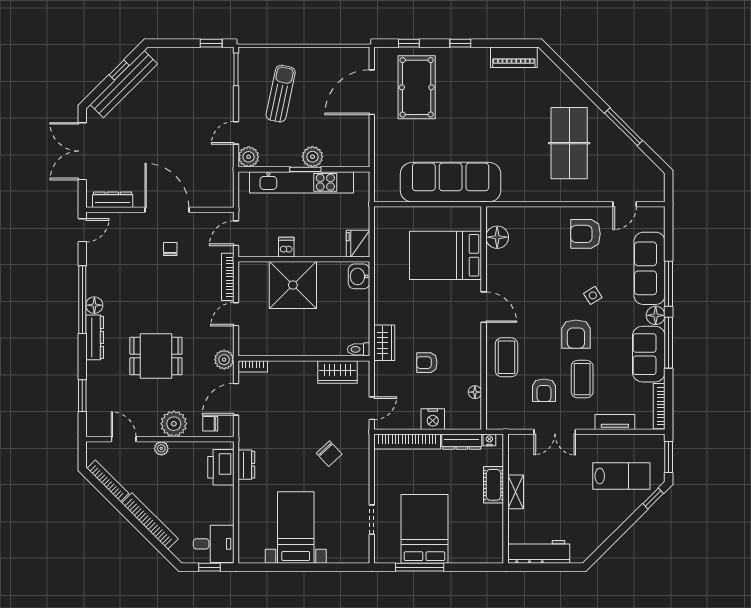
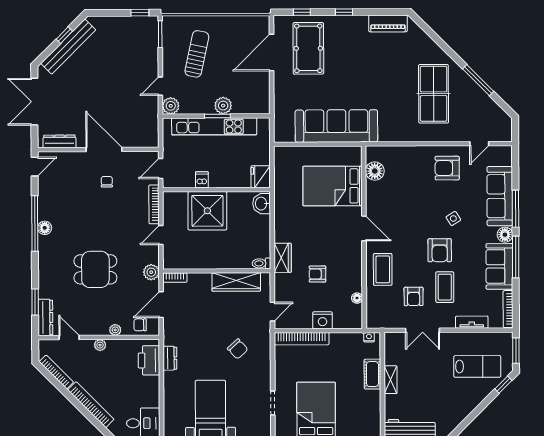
dresser: (95, 337) -> (45, 317), moved
wardrobe: (338, 372) -> (236, 282), width x1.50
plant: (174, 424) -> (115, 330), width x0.53, depth x0.53
dresser: (462, 442) -> (346, 339), removed

